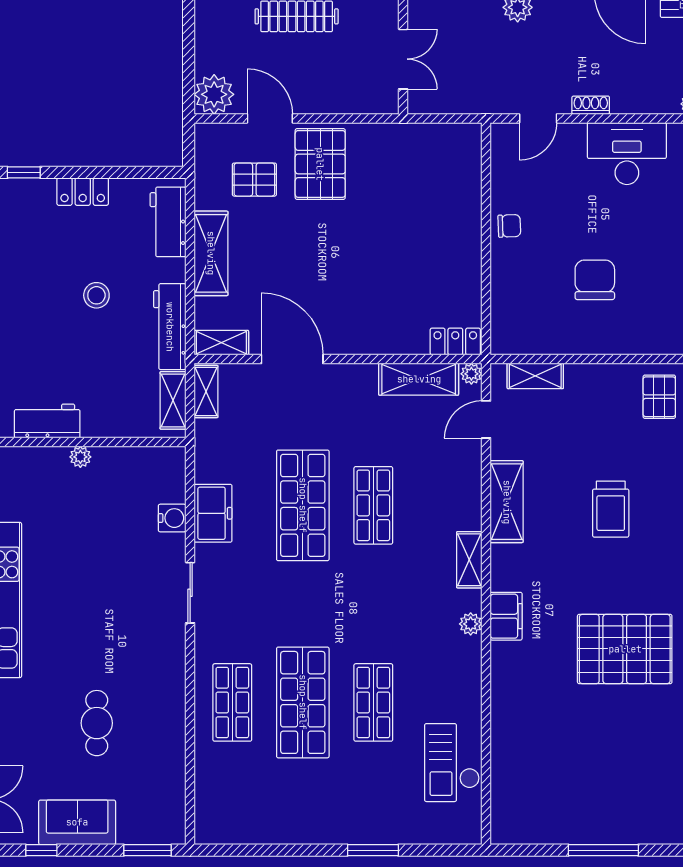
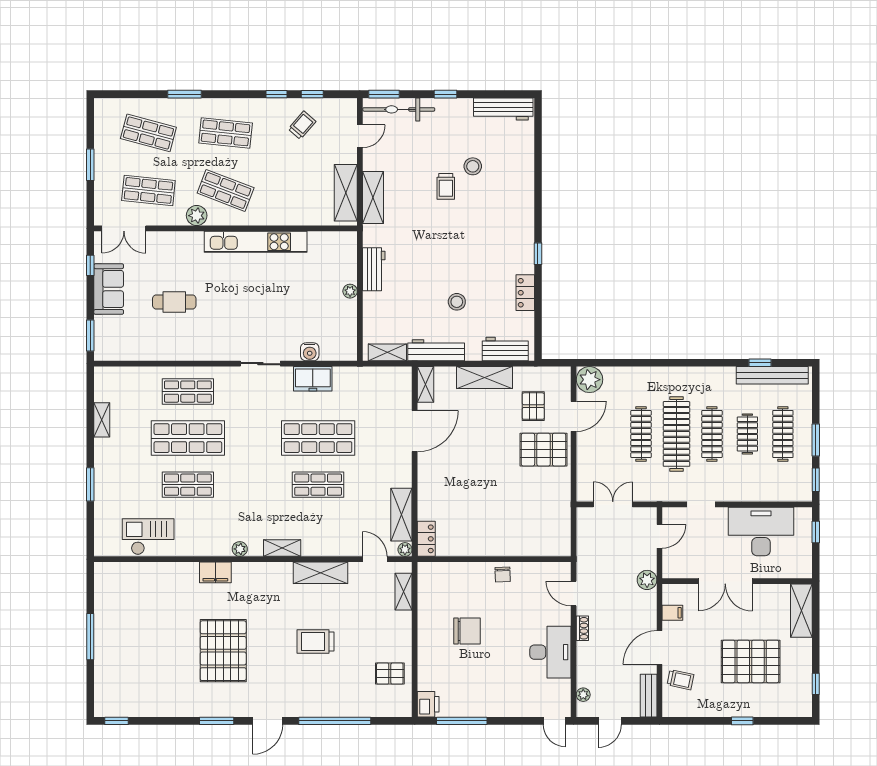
double door: (403, 59) -> (613, 504), swing flipped
shelving: (206, 391) -> (102, 420), moved, turned 90
filing cabinet: (506, 616) -> (215, 572), moved

